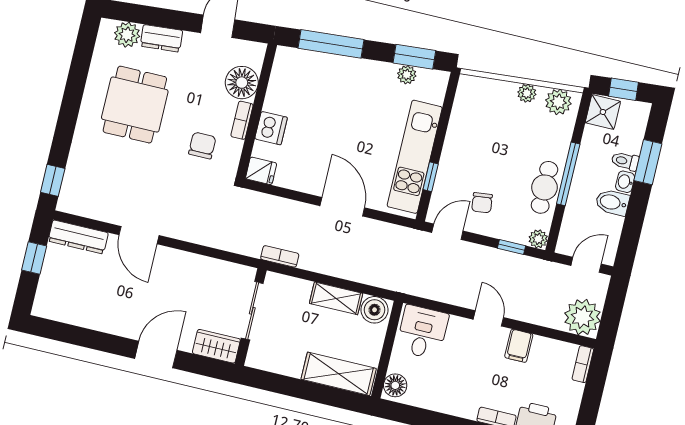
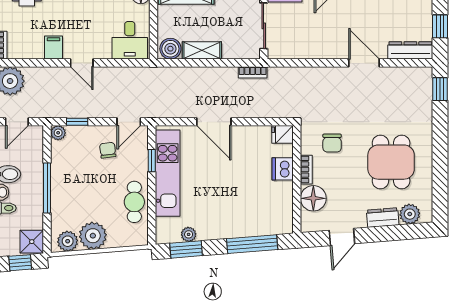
plant: (527, 93) -> (93, 236), width x1.88, depth x1.88
cafe table: (544, 187) -> (134, 202), moved

